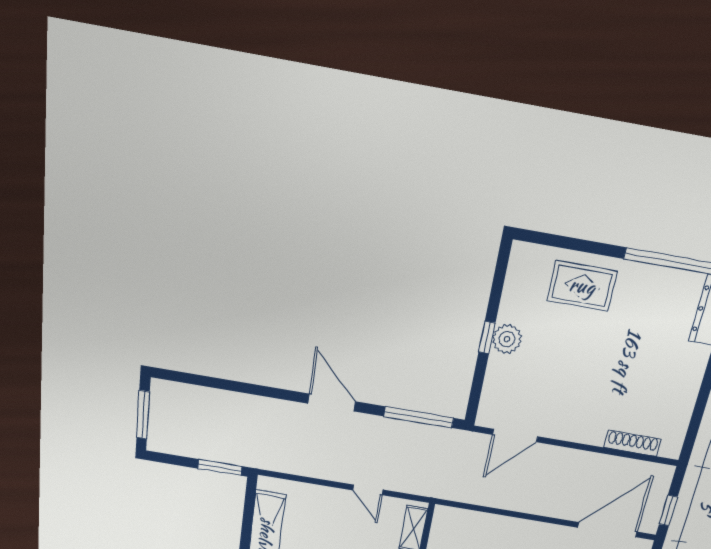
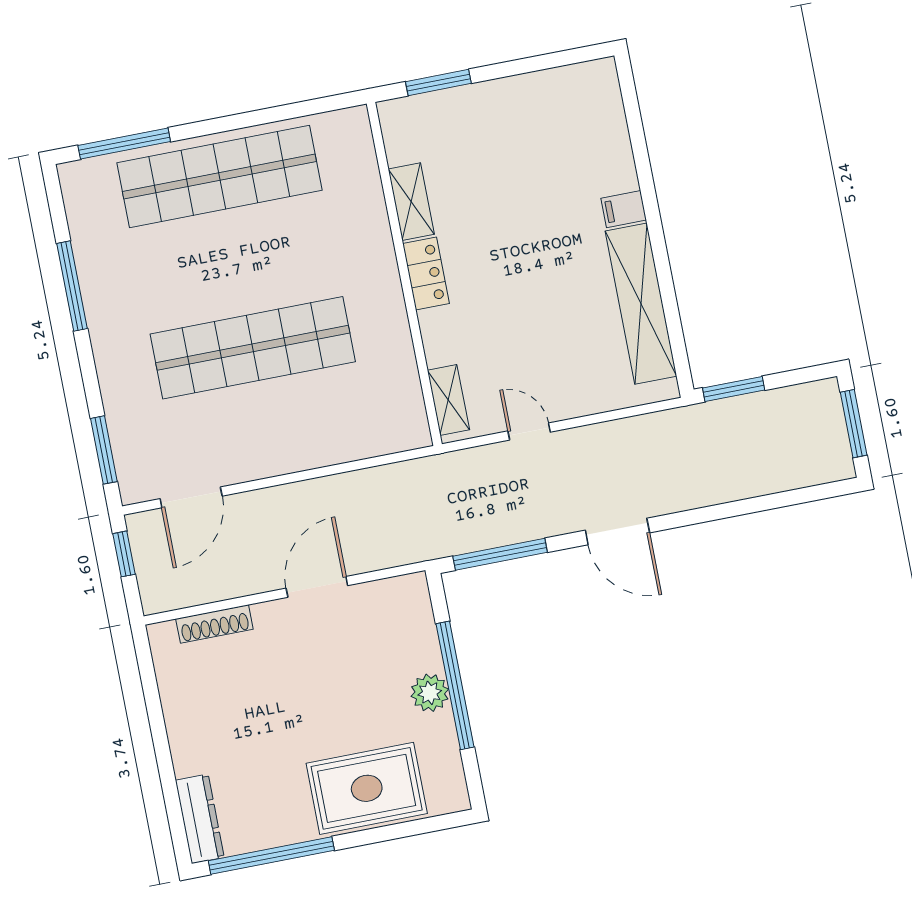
rug: (582, 286) -> (367, 788), width x1.36, depth x1.43
window: (487, 338) -> (455, 685), width x3.17
door: (515, 436) -> (317, 587), moved
door: (607, 530) -> (191, 497), width x0.73

